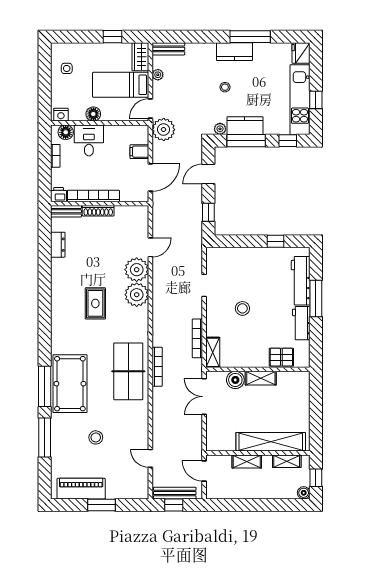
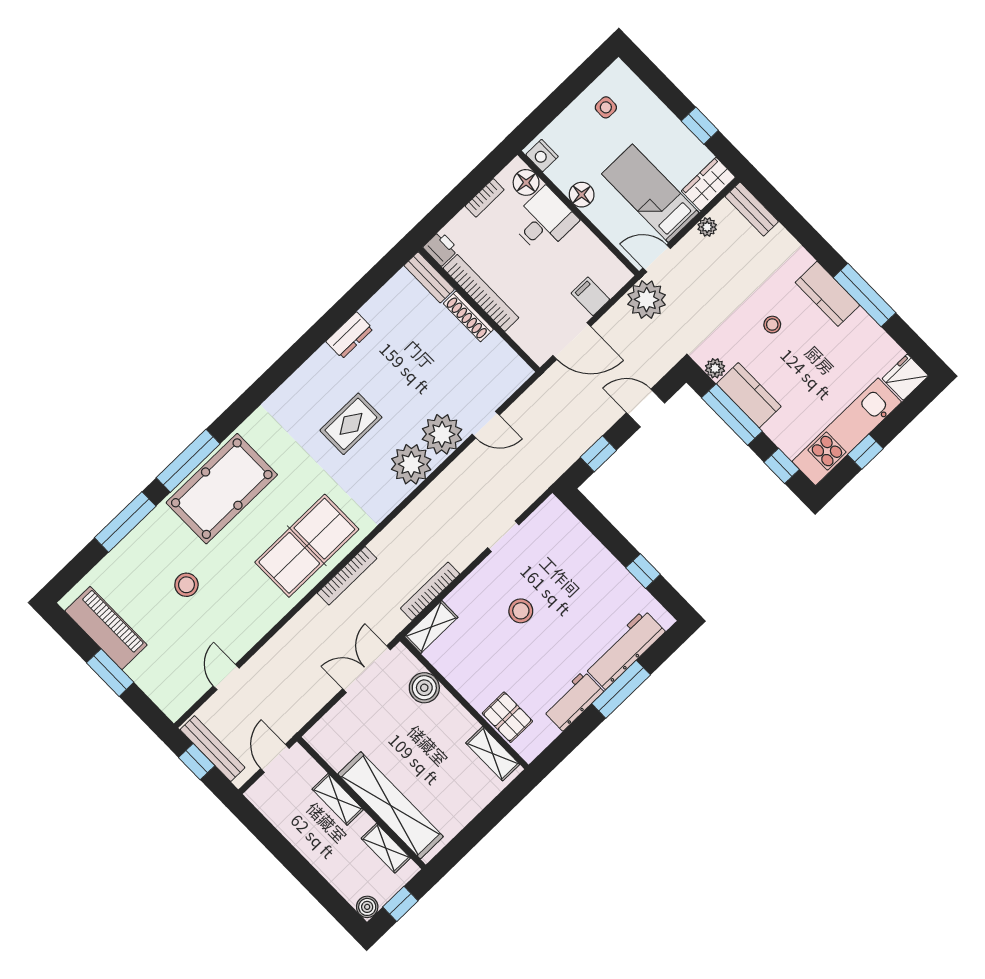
dresser: (58, 245) -> (349, 335), moved
shelving: (261, 378) -> (493, 754), moved

